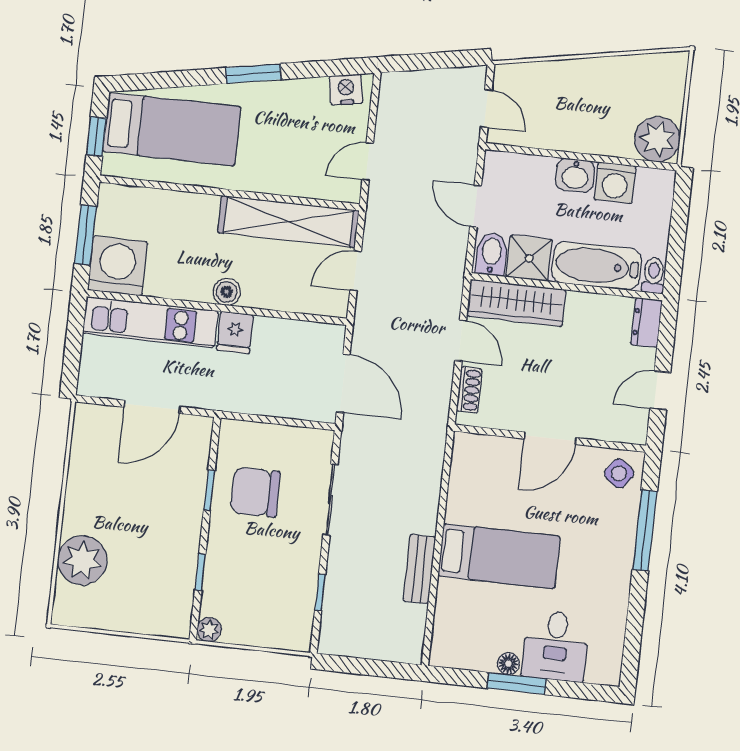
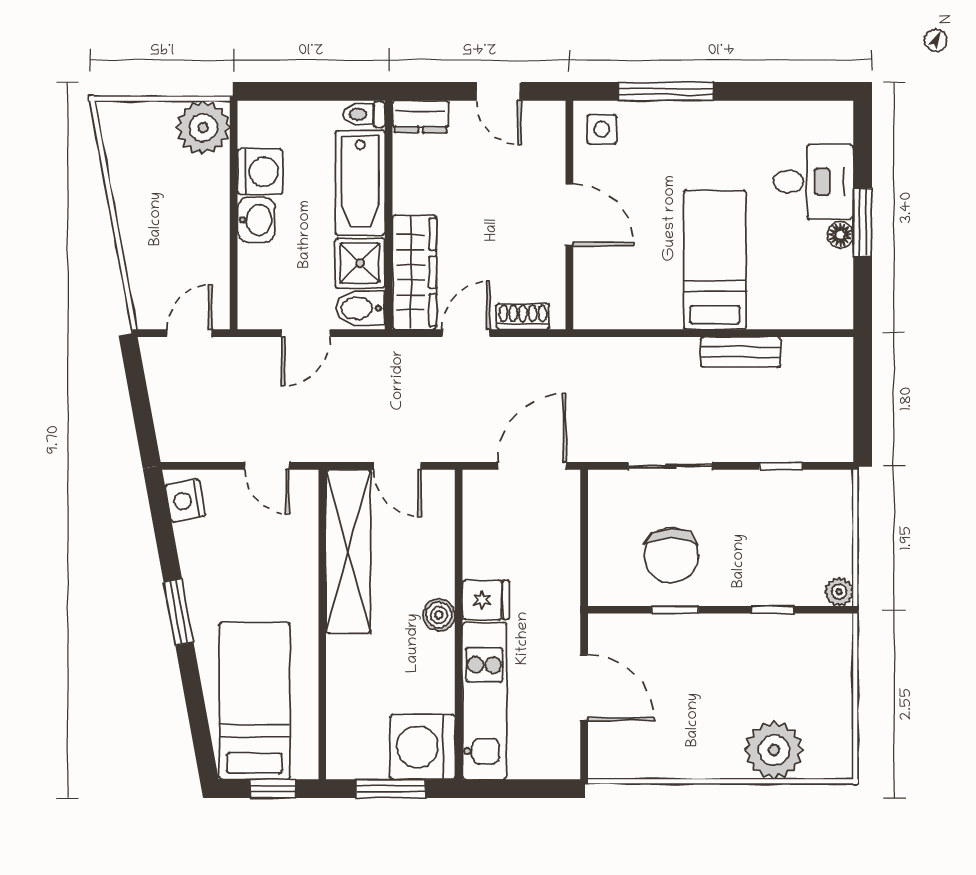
side table: (619, 473) -> (602, 129), turned -37

